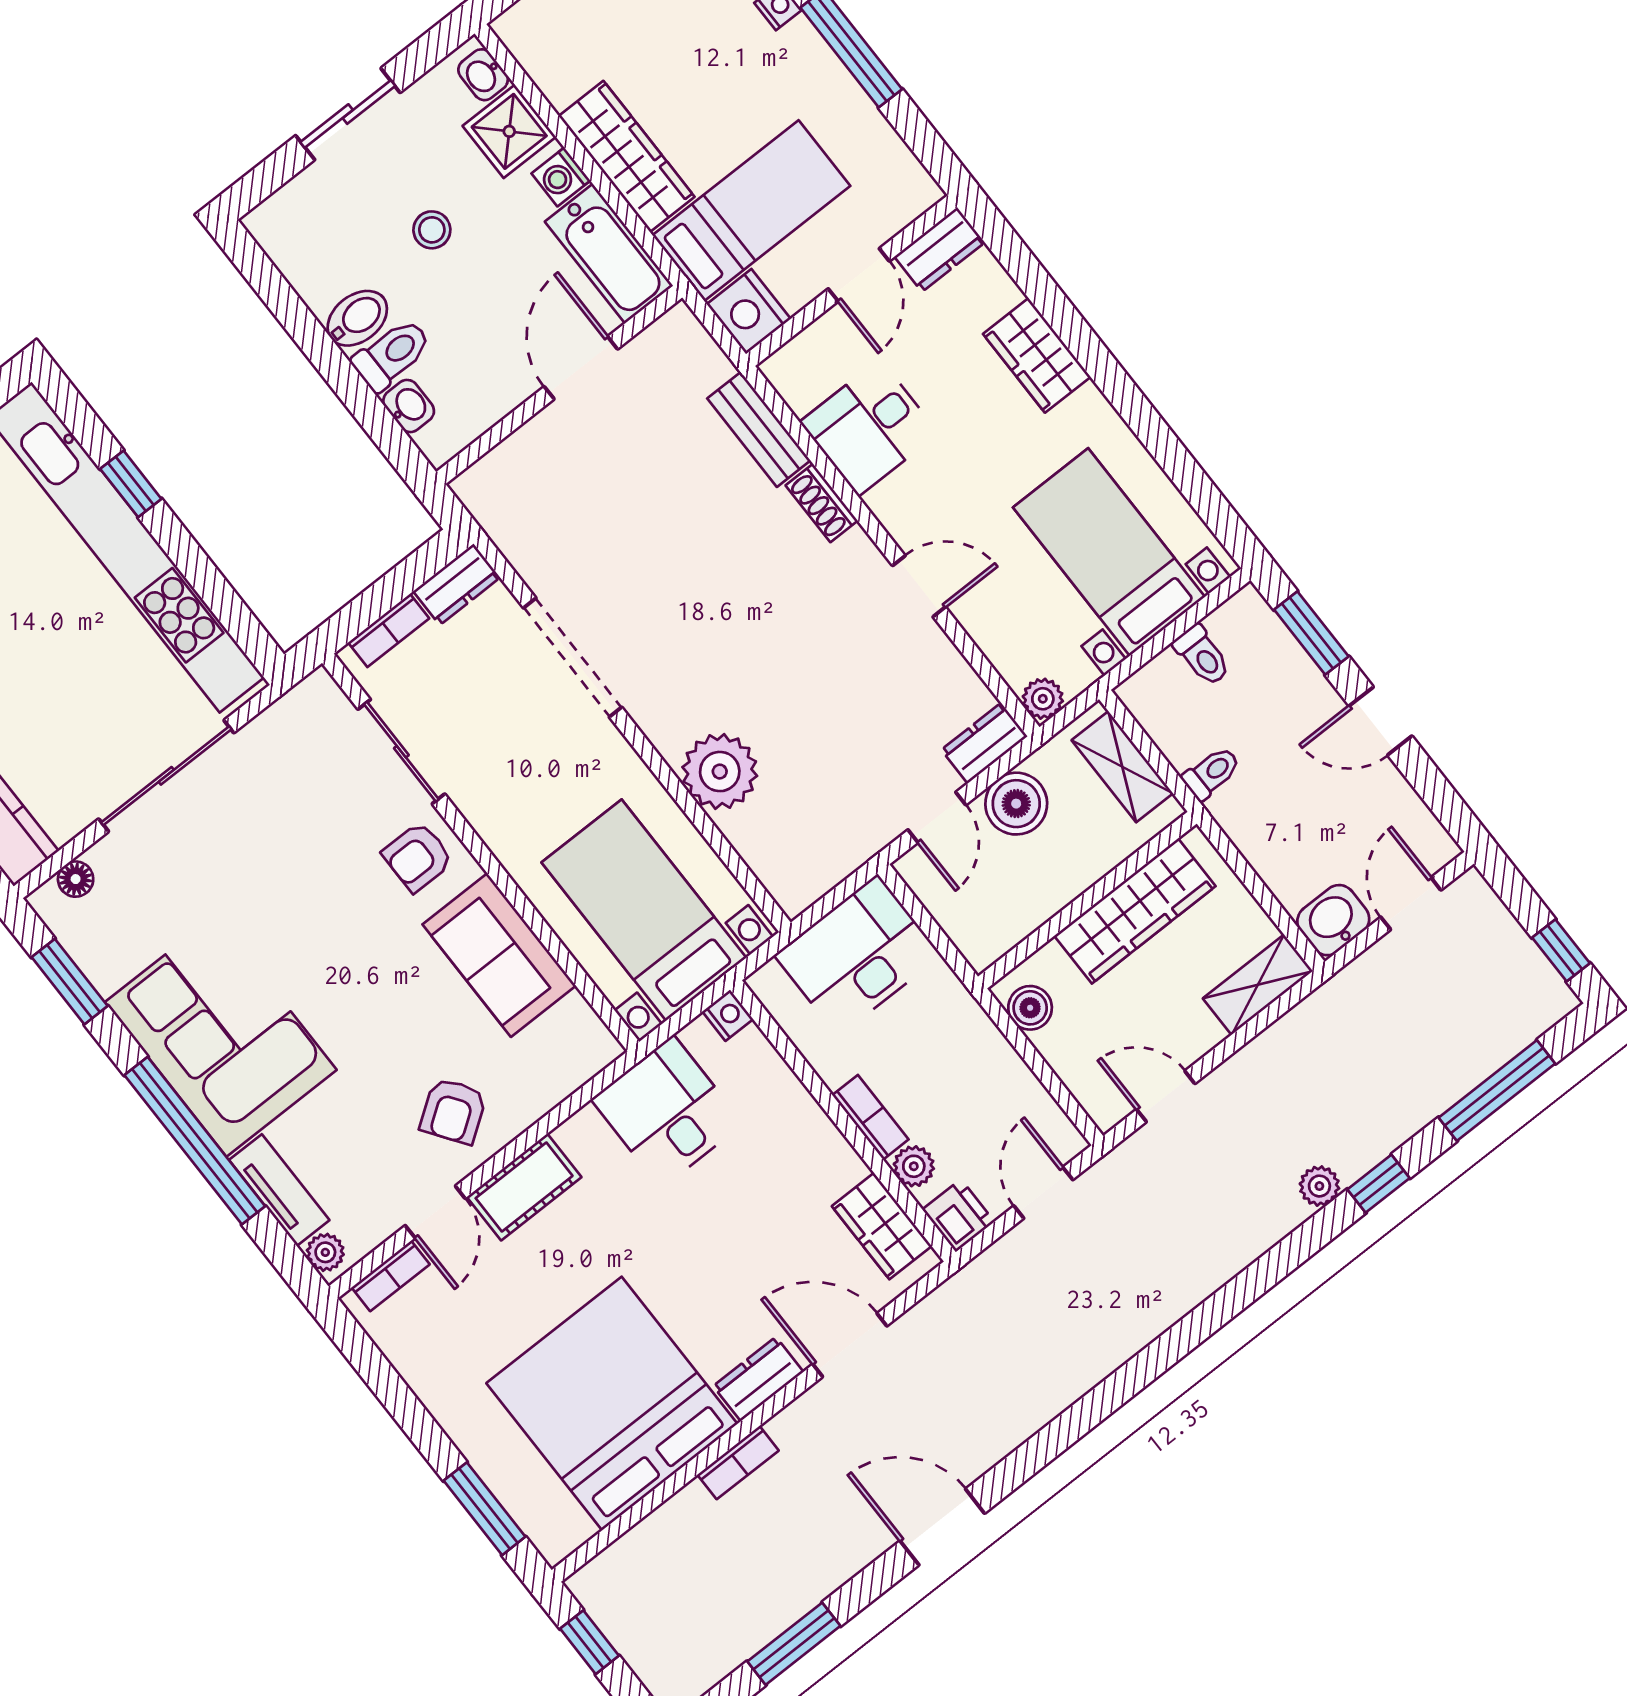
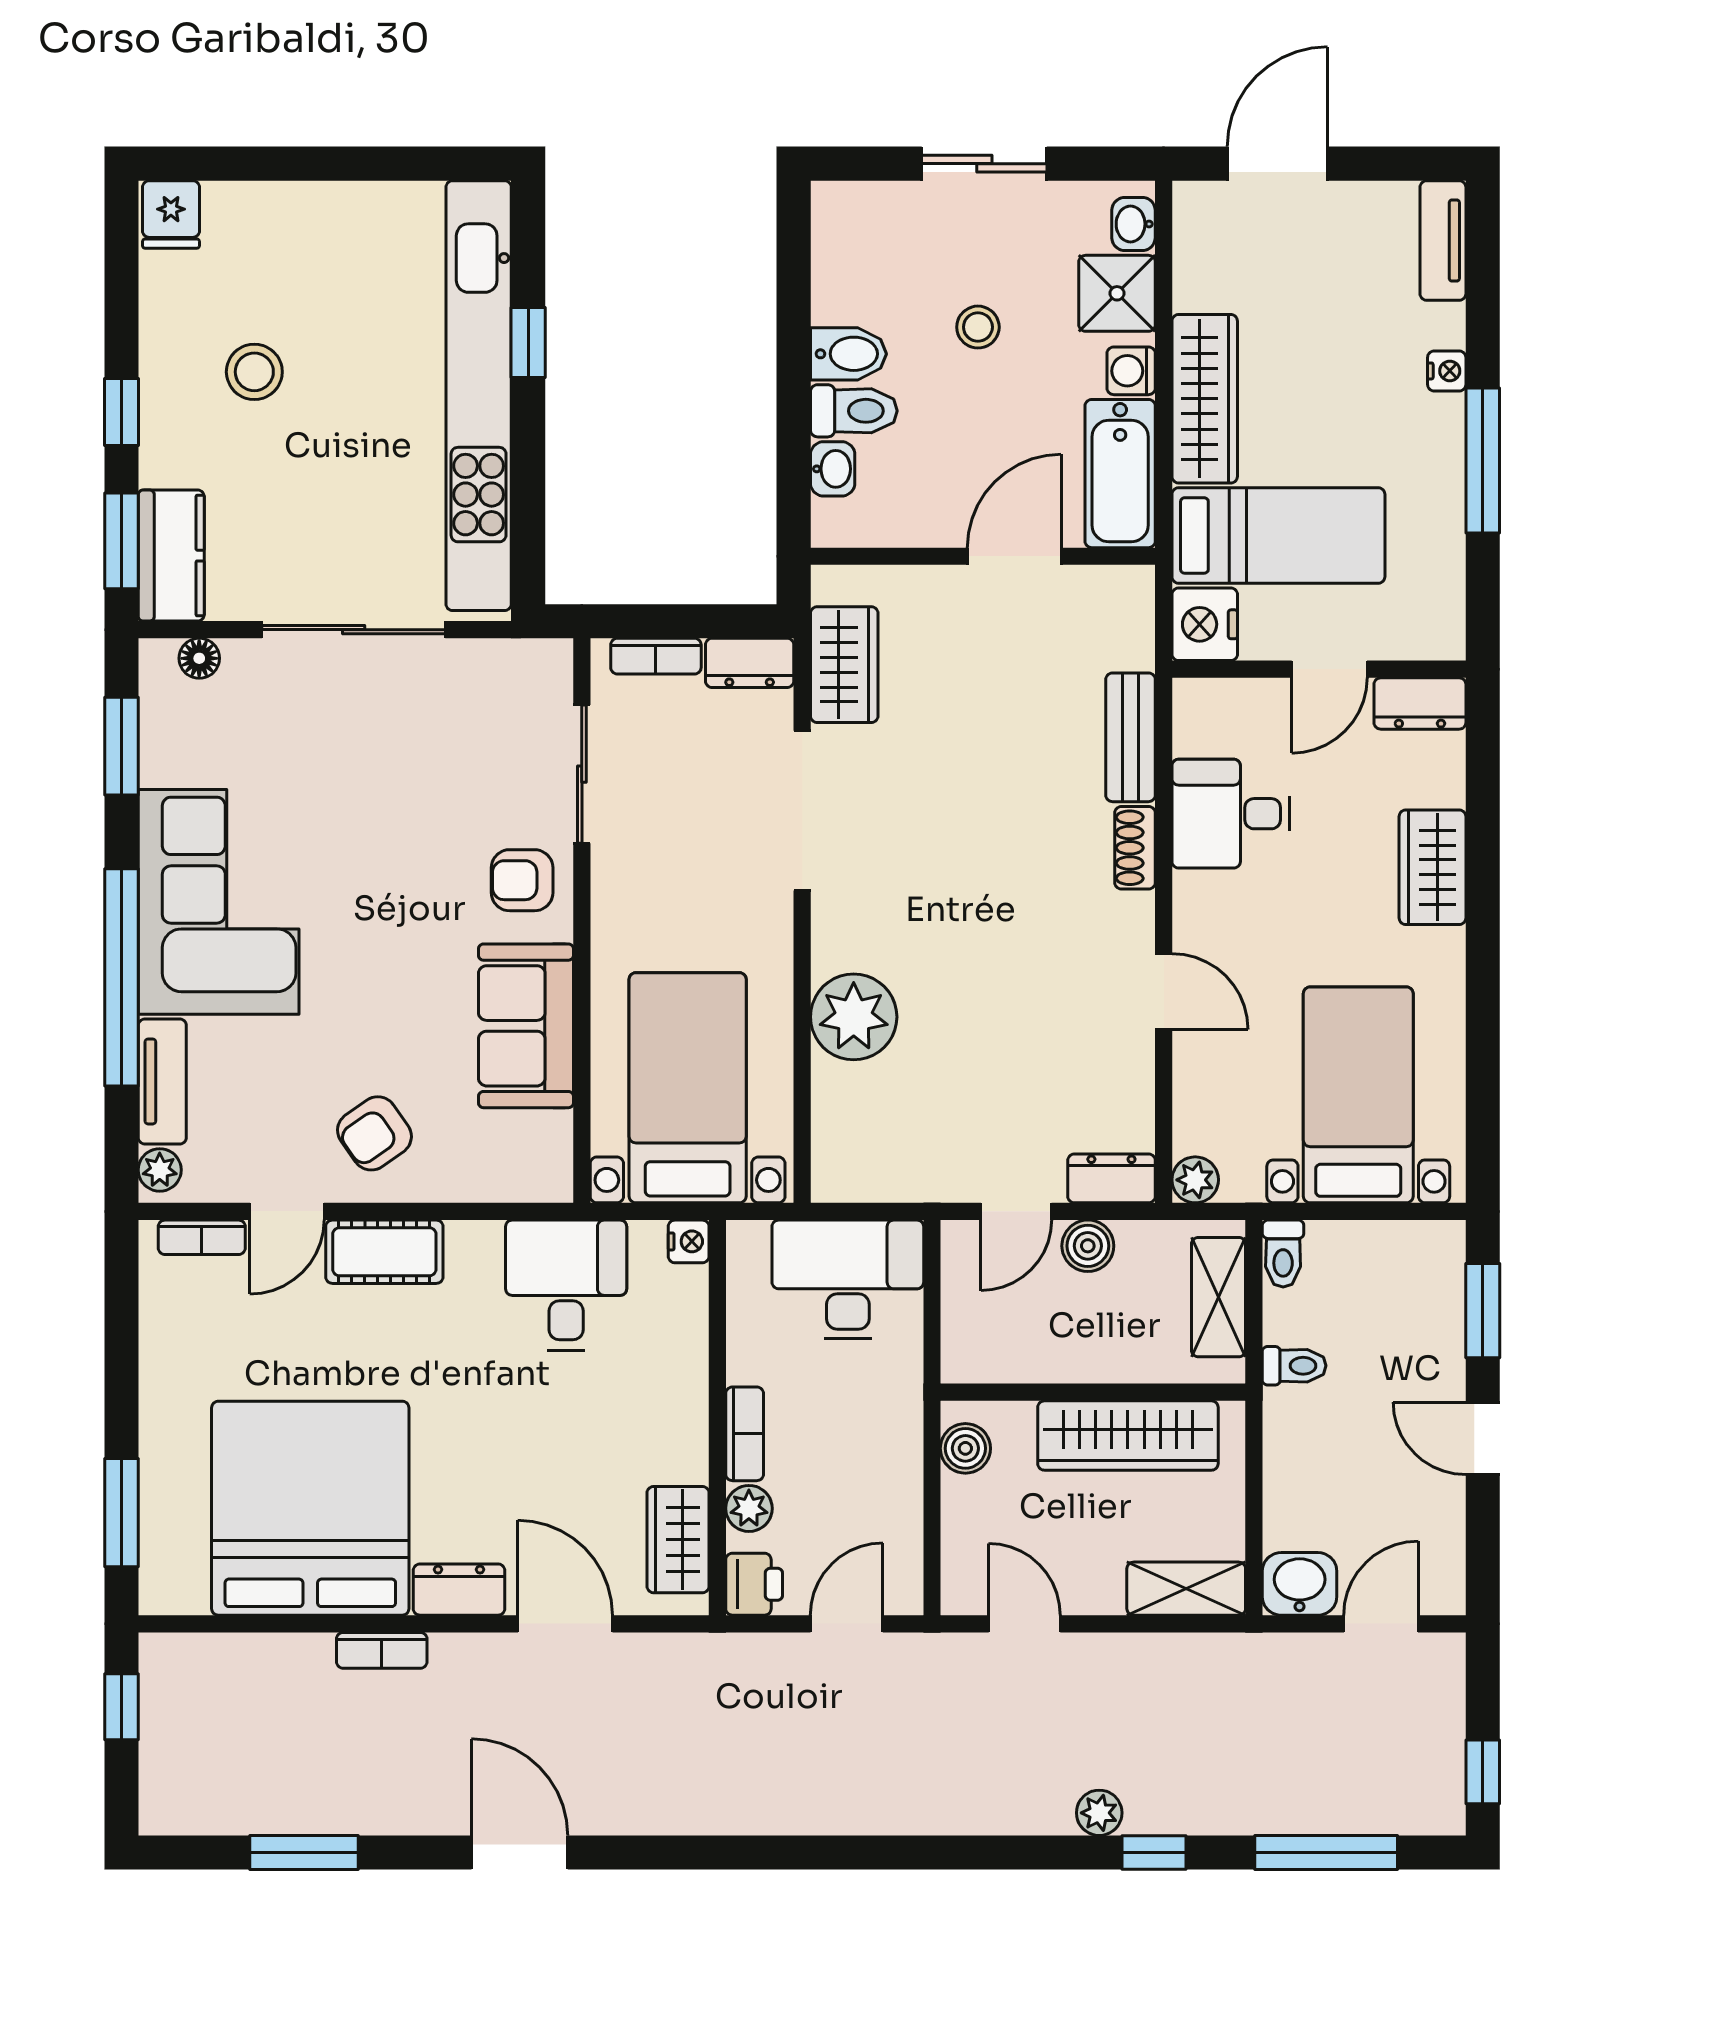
wardrobe: (523, 534) -> (844, 665), added
toilet: (1202, 655) -> (1283, 1254), moved
boiler: (1016, 804) -> (1088, 1246), width x0.73, depth x0.73

